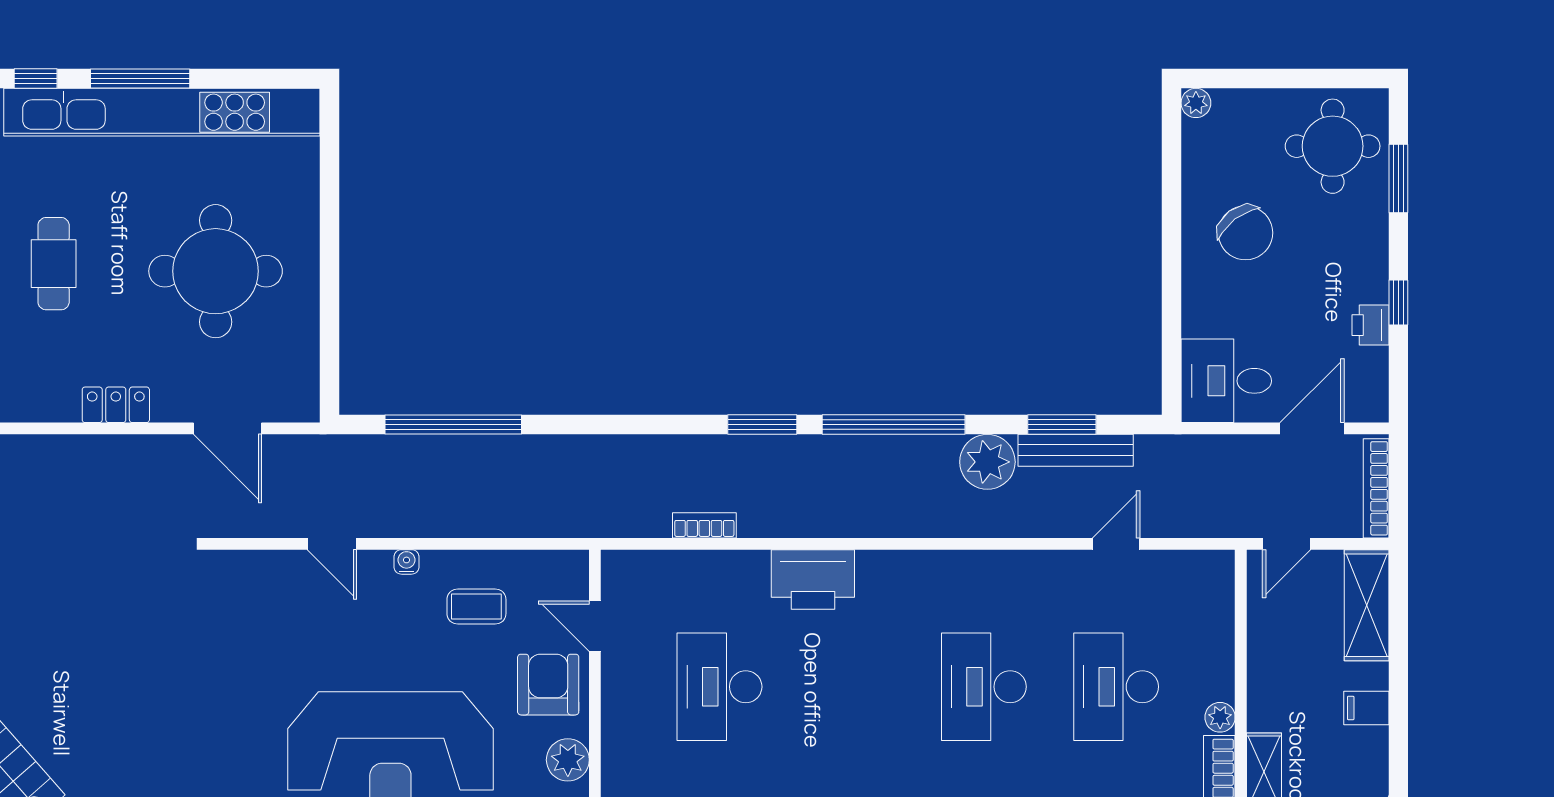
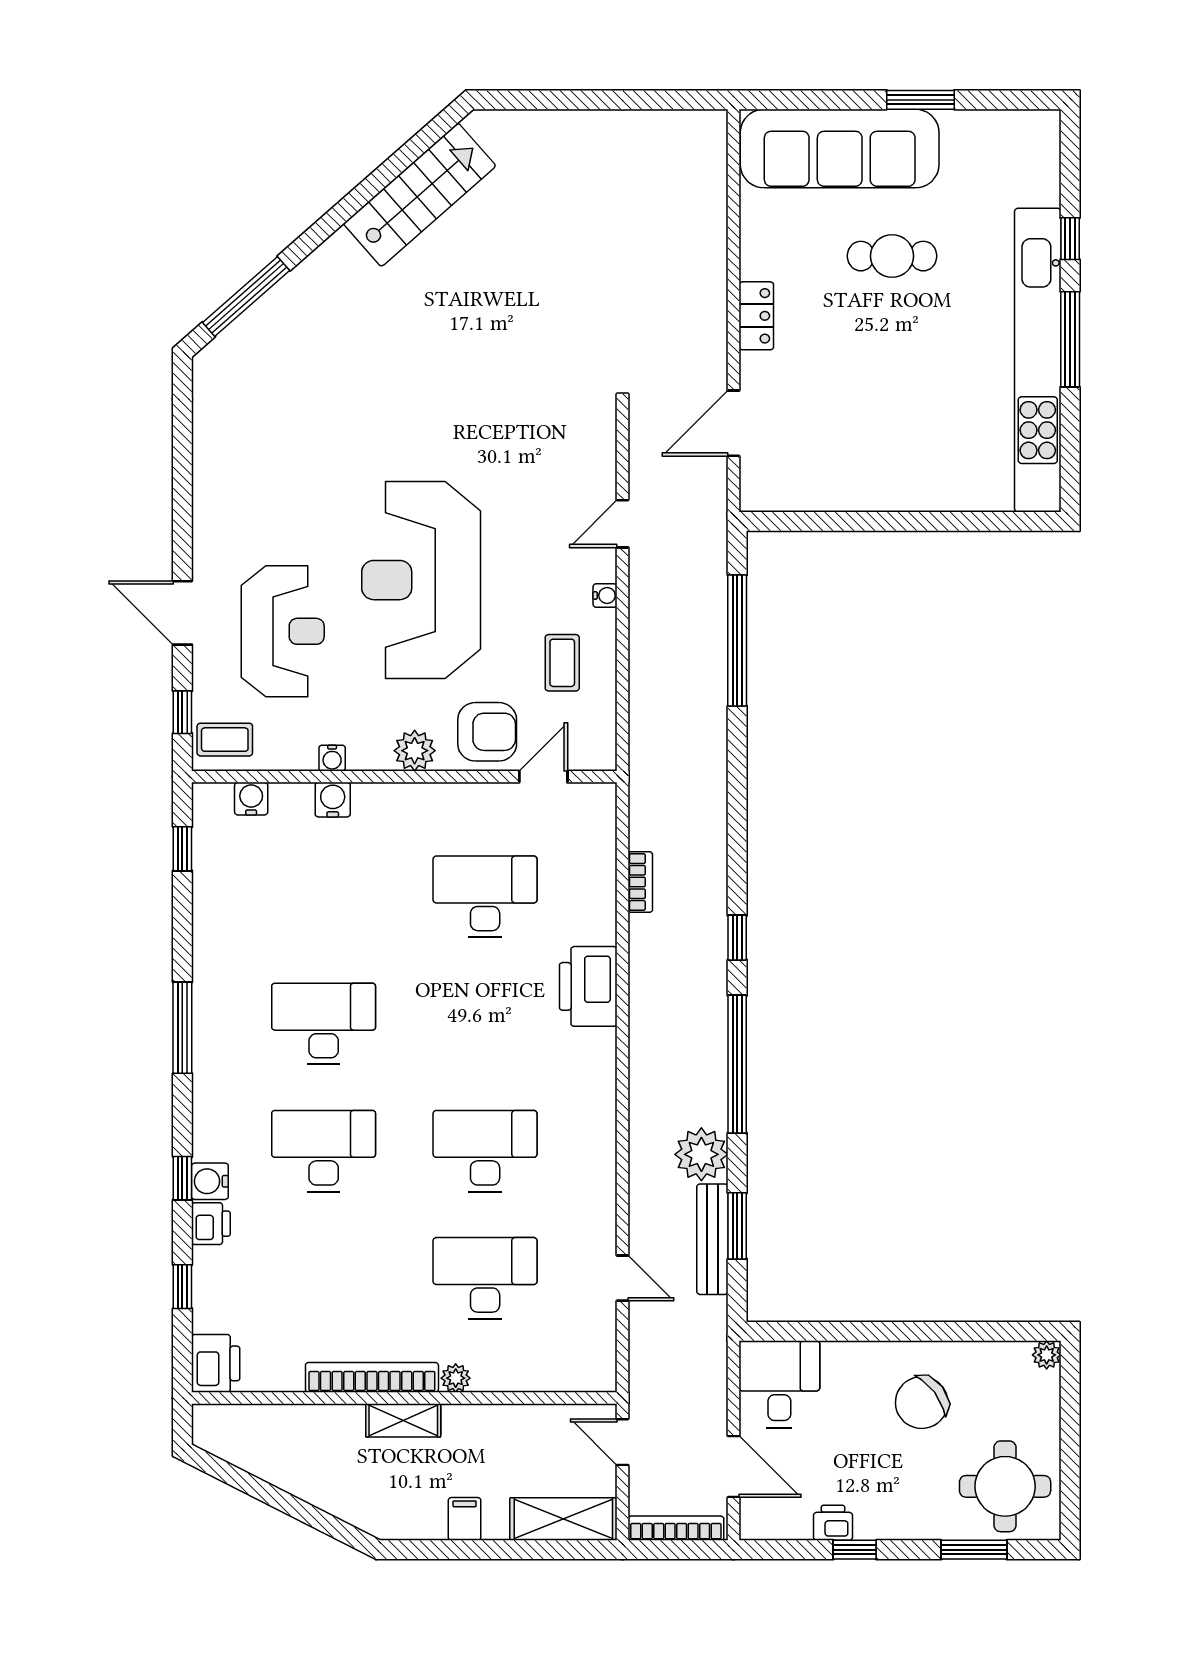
round table: (216, 271) -> (885, 412), removed
window: (762, 425) -> (737, 938), width x0.67

